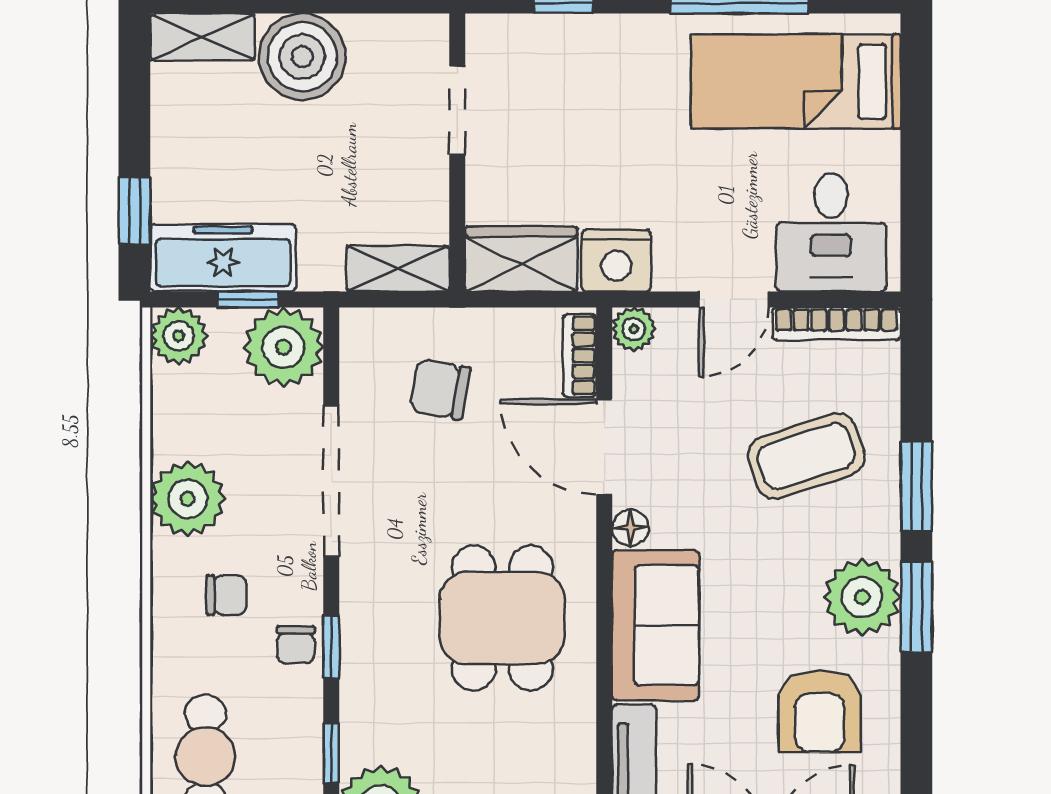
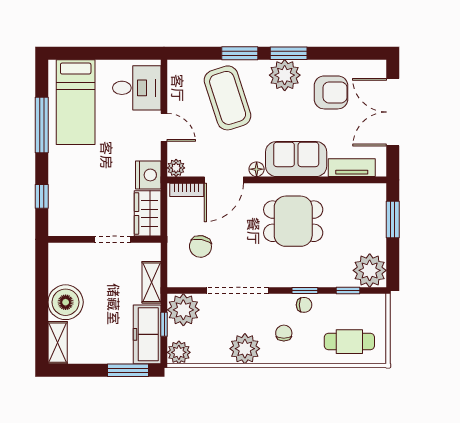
doorway: (457, 110) -> (113, 239), moved
window: (134, 211) -> (128, 370), width x1.50
shelving: (398, 268) -> (151, 282), moved
bookcase: (836, 324) -> (174, 86), removed
coffee table: (806, 456) -> (228, 98), width x1.36, depth x1.32

